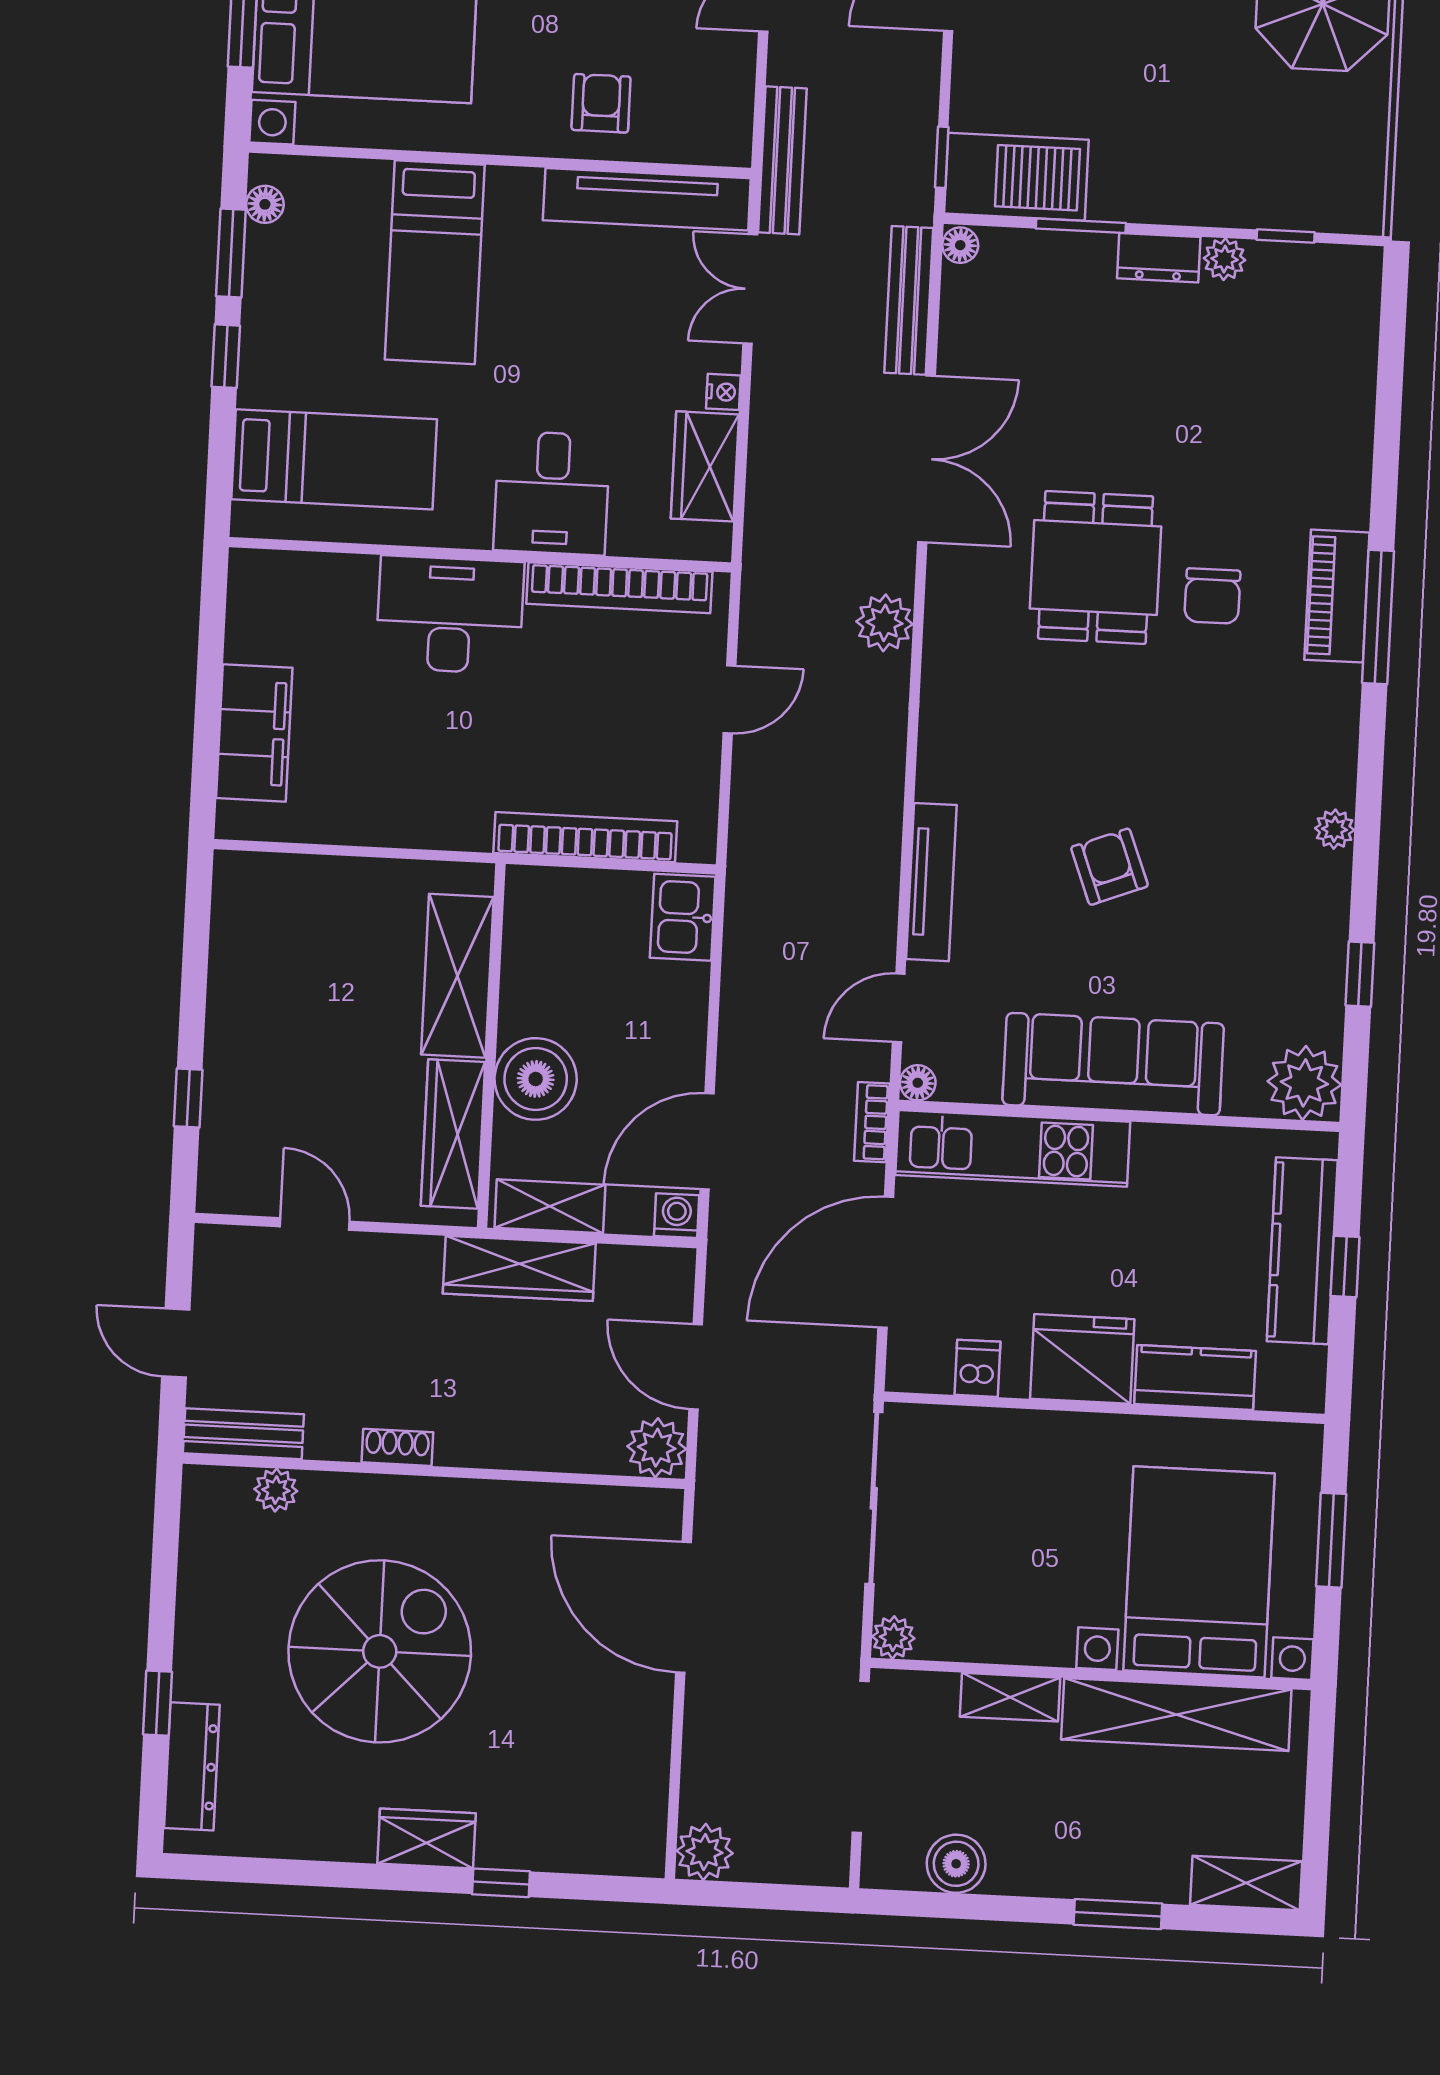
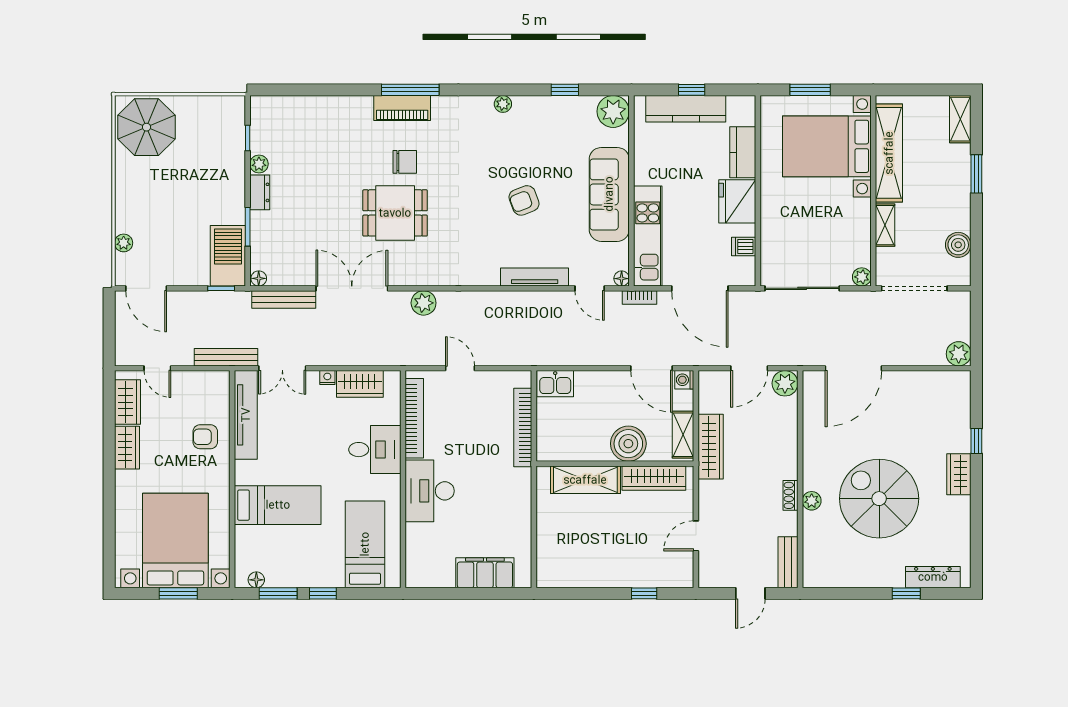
plant: (276, 1490) -> (812, 501), moved

